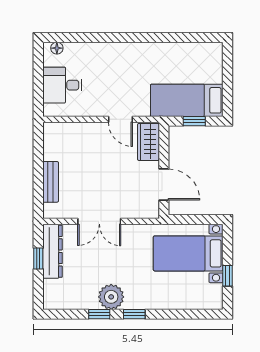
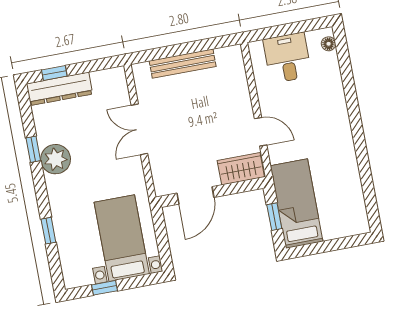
door: (120, 119) -> (261, 132), swing flipped
bench: (51, 182) -> (183, 64), width x1.36
dresser: (52, 251) -> (60, 89), moved
window: (38, 259) -> (54, 73), moved
window: (134, 314) -> (48, 231), moved

